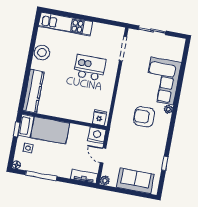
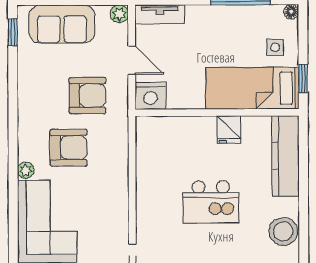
kitchen island: (90, 68) -> (211, 202), moved
fridge: (99, 118) -> (229, 130), moved
armchair: (129, 142) -> (87, 96), added
window: (165, 163) -> (13, 32), moved

